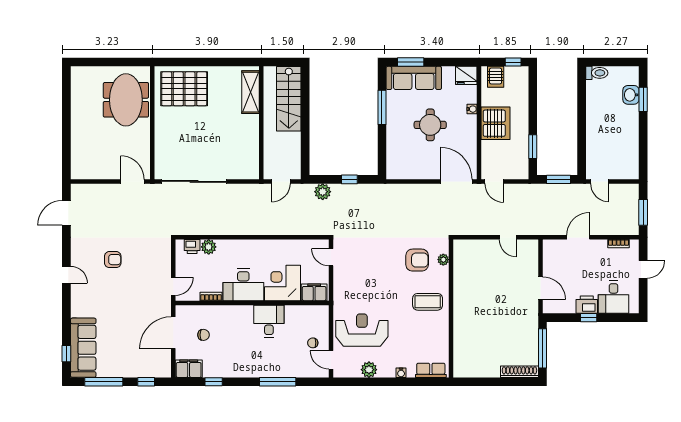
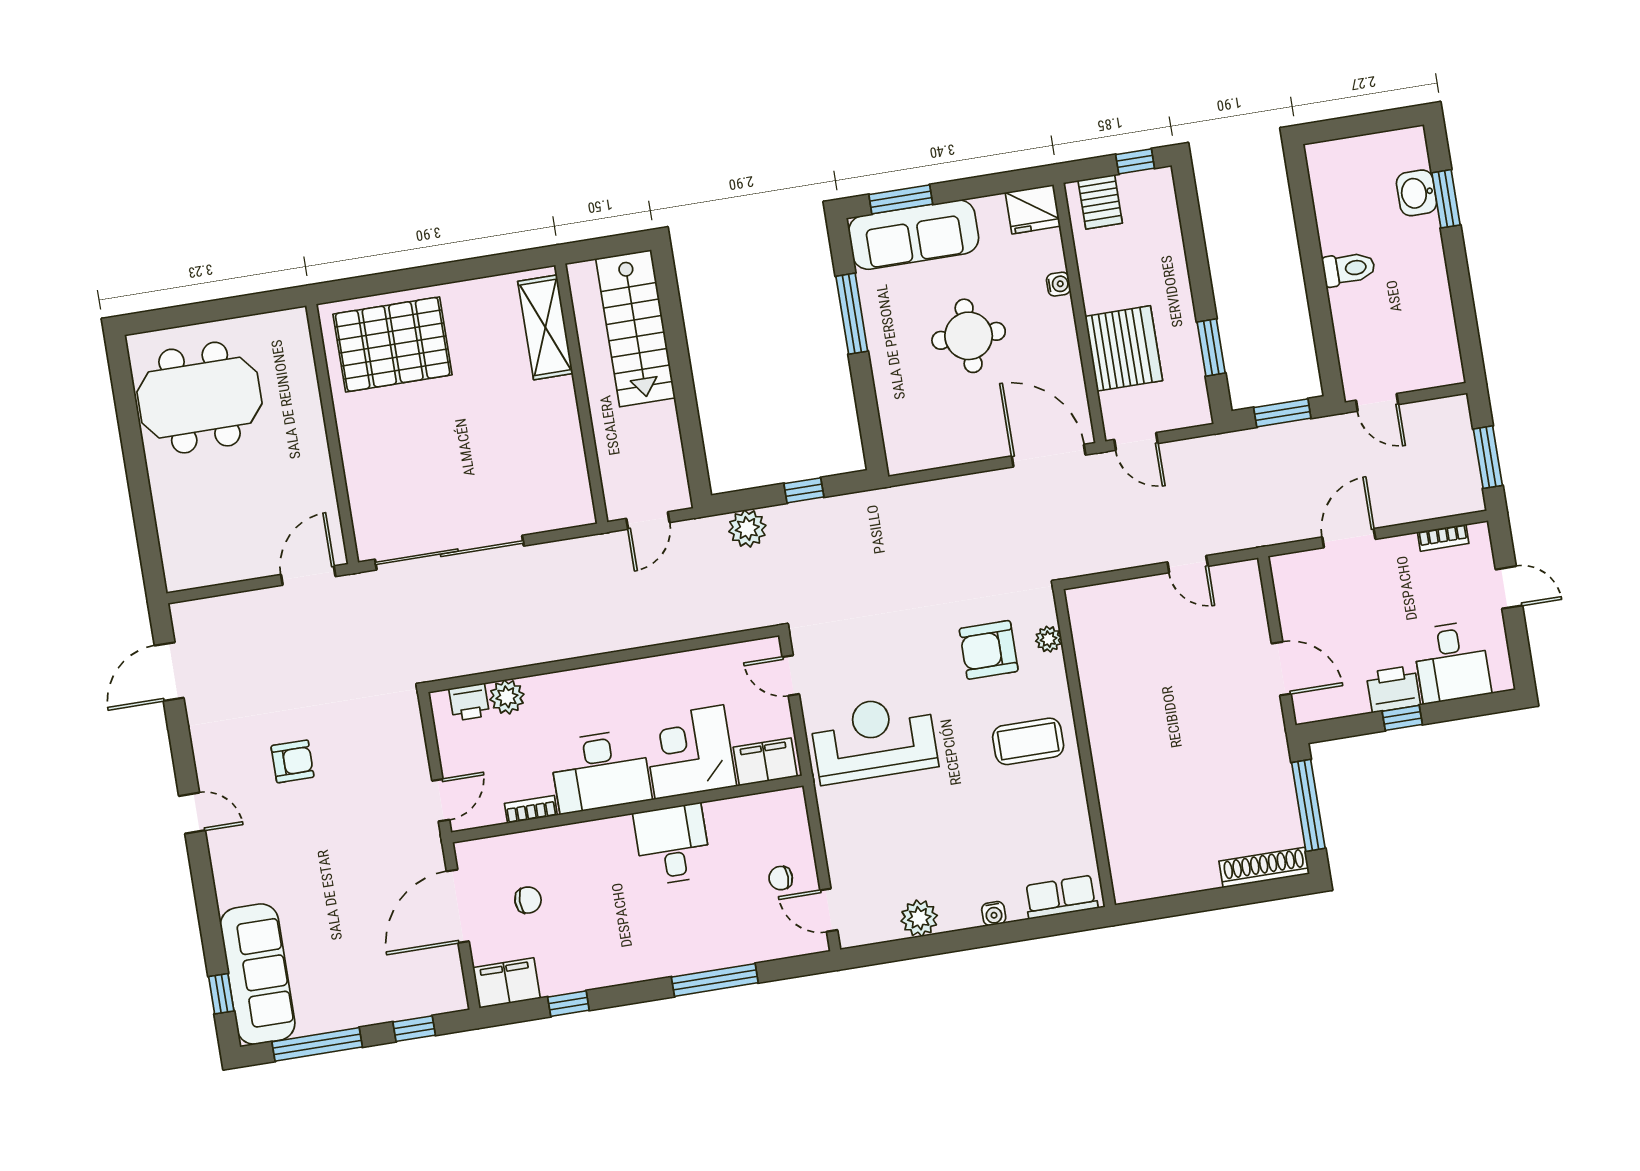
toilet: (597, 73) -> (1349, 269), moved
meeting table: (126, 100) -> (200, 398), moved, turned 90
server rack: (495, 123) -> (1124, 348), moved
door: (132, 181) -> (308, 576), hinge flipped
armchair: (417, 260) -> (989, 650), turned 180
door: (643, 269) -> (1509, 587), hinge flipped
reception desk: (362, 330) -> (874, 739), moved

